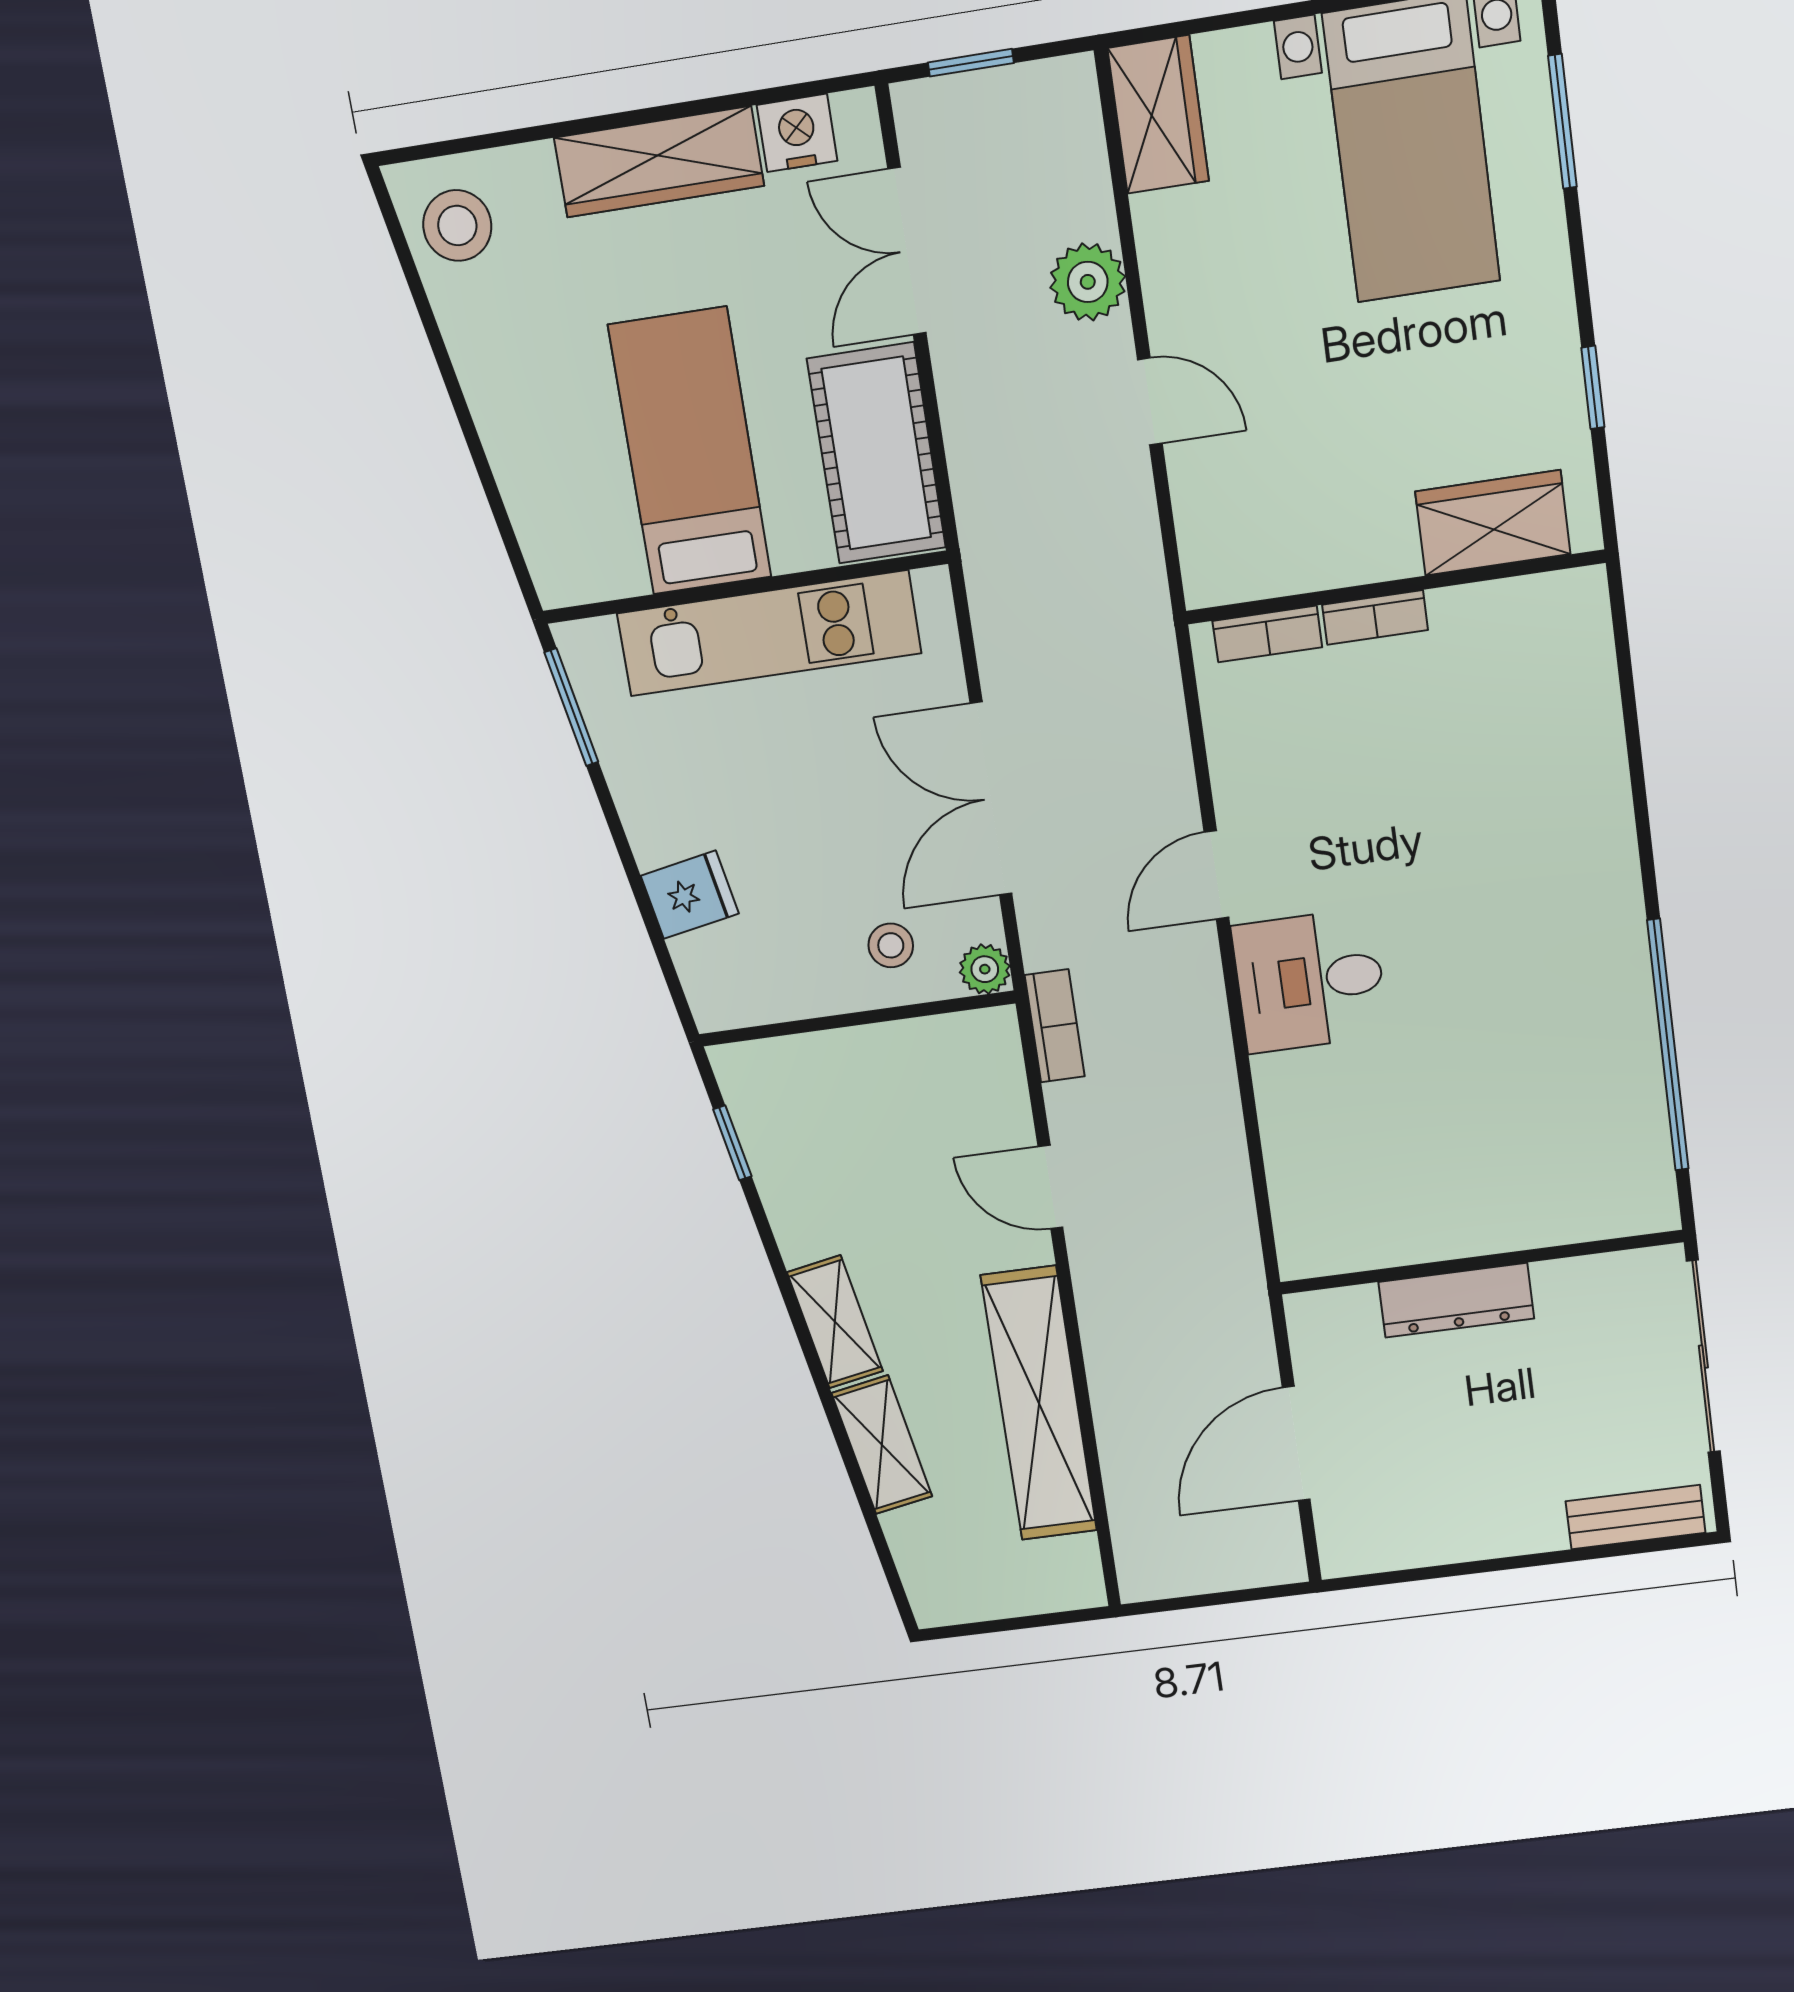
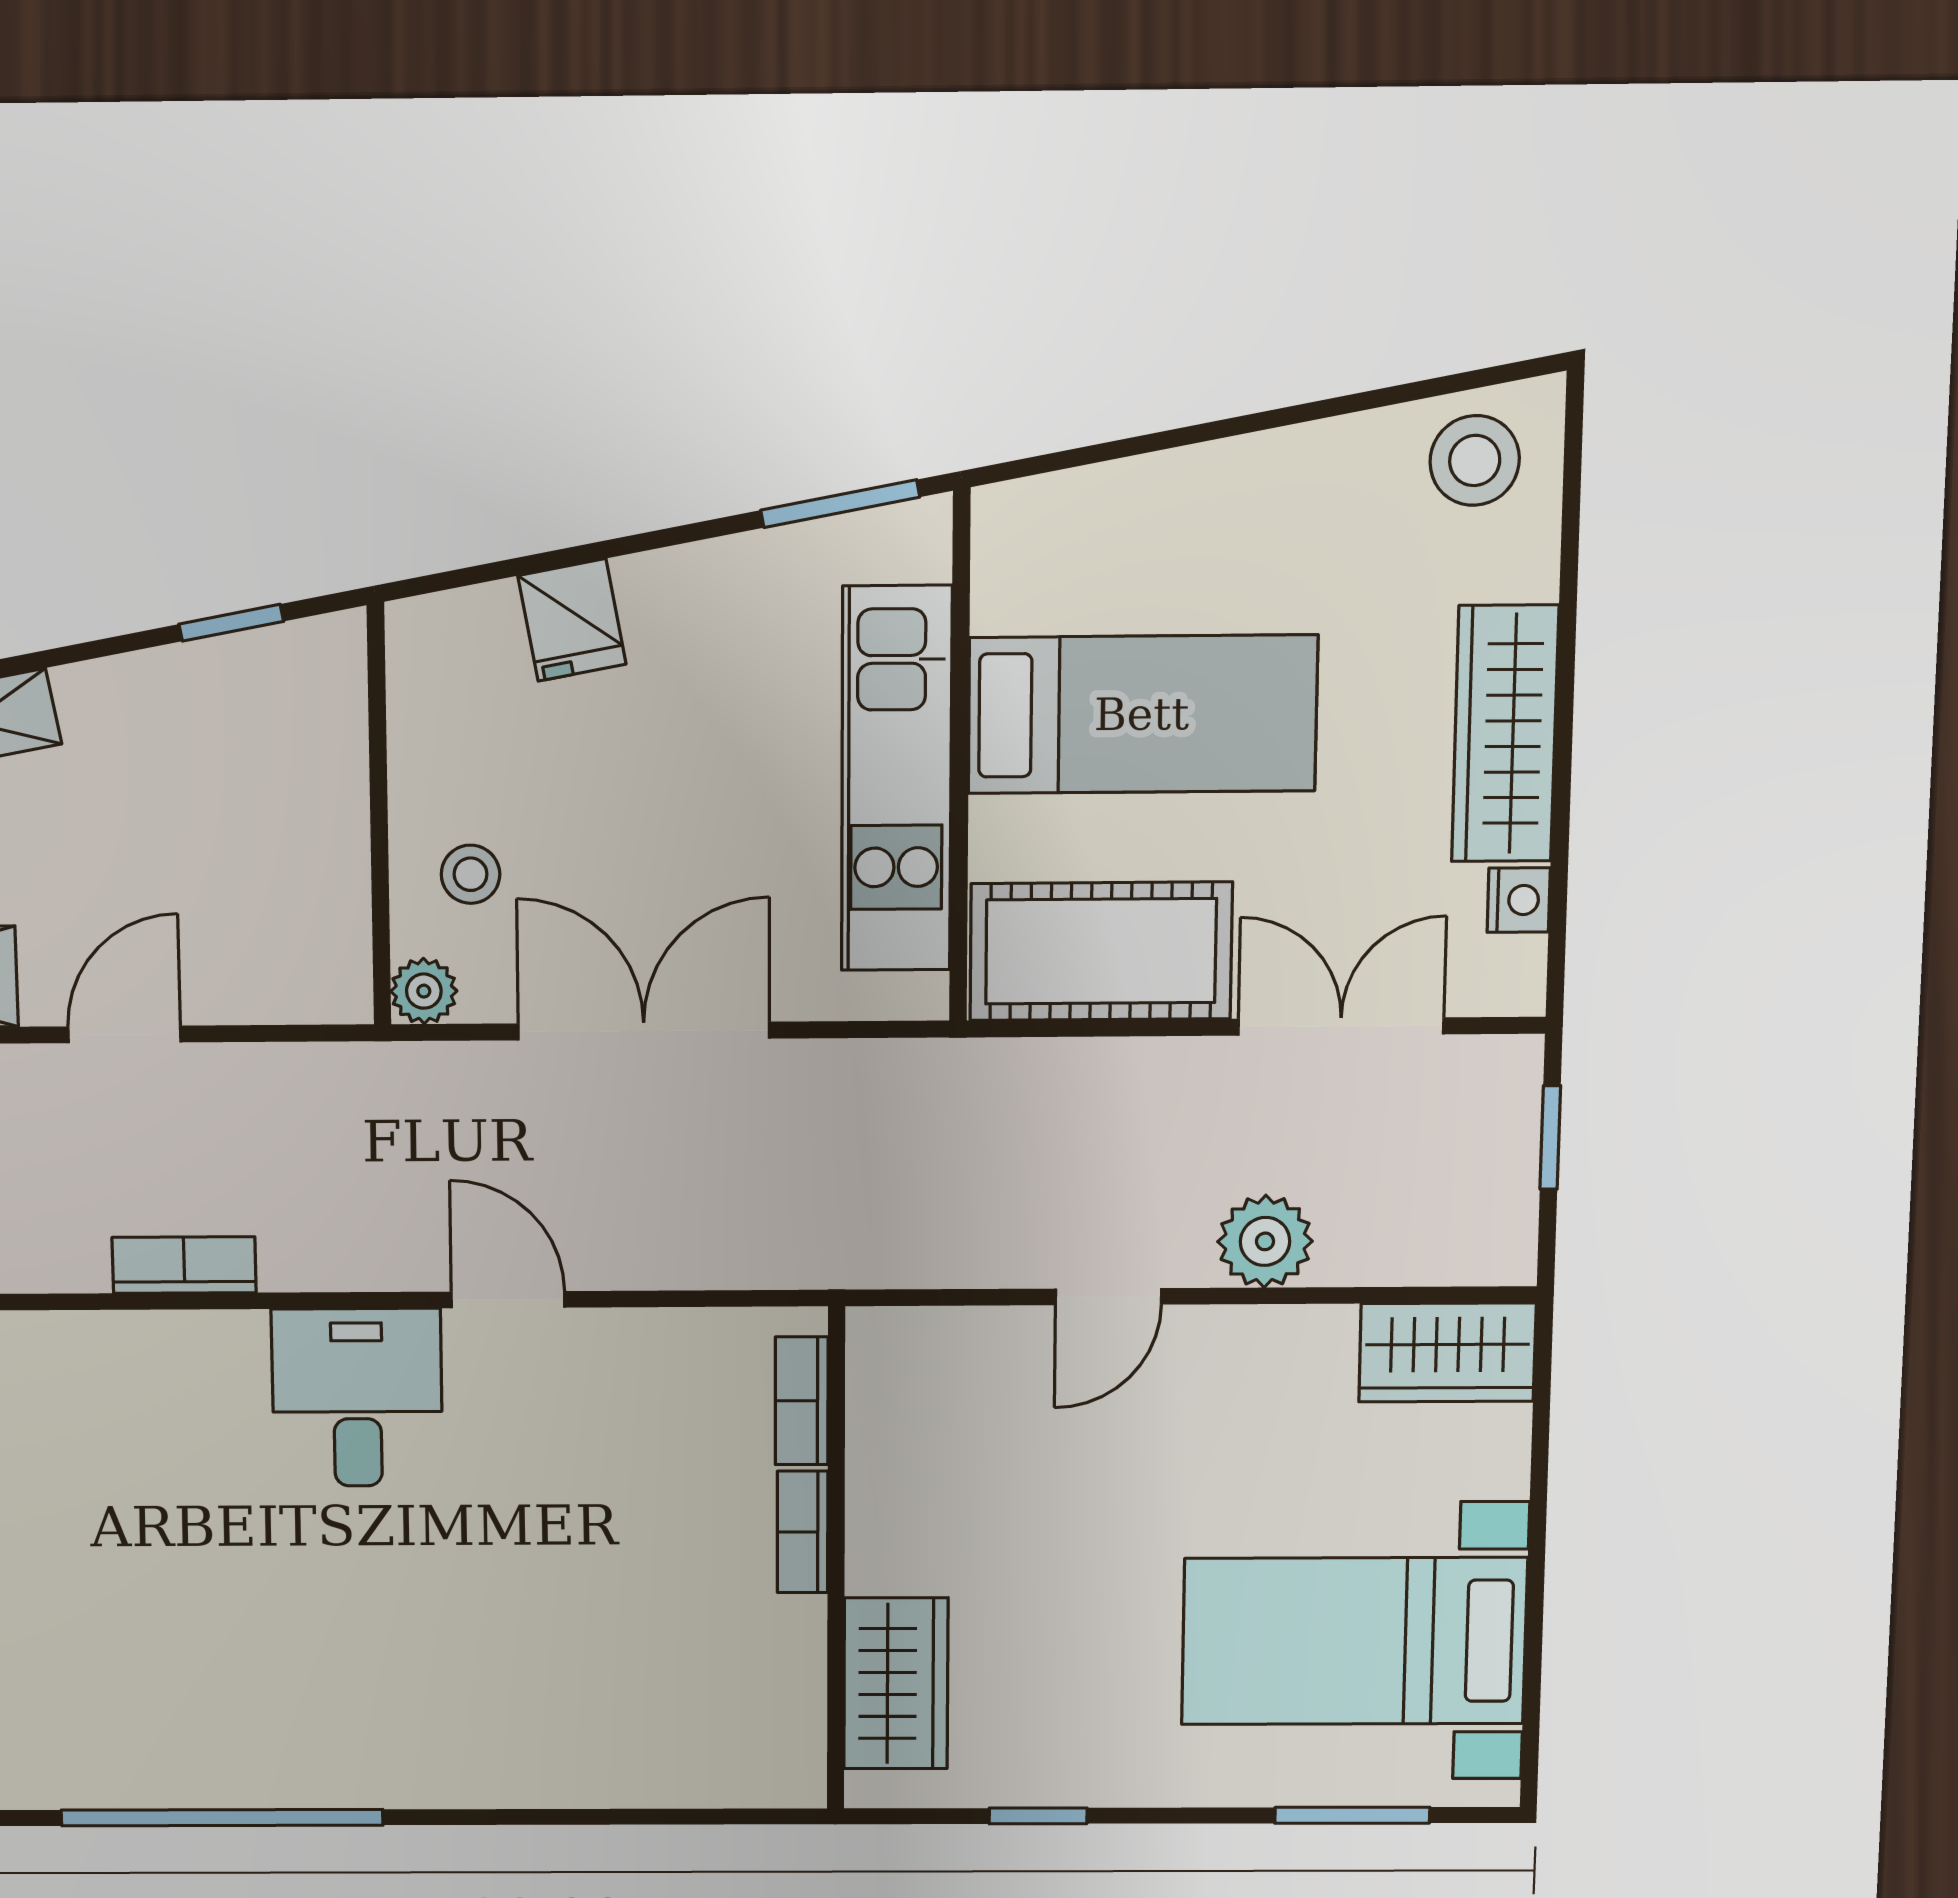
nightstand: (797, 133) -> (1519, 900), width x0.72, depth x0.74
bookcase: (1055, 1026) -> (184, 1265), moved, turned 180

